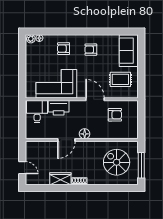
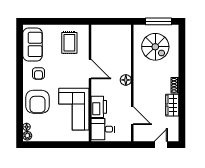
armchair: (64, 49) -> (37, 102), width x1.88, depth x1.88
sofa: (129, 51) -> (33, 44), moved, turned -90
door: (95, 99) -> (90, 69), swing flipped
armchair: (115, 115) -> (106, 49), removed
door: (66, 140) -> (132, 116), moved
spiral stairs: (117, 162) -> (155, 47), turned -90

